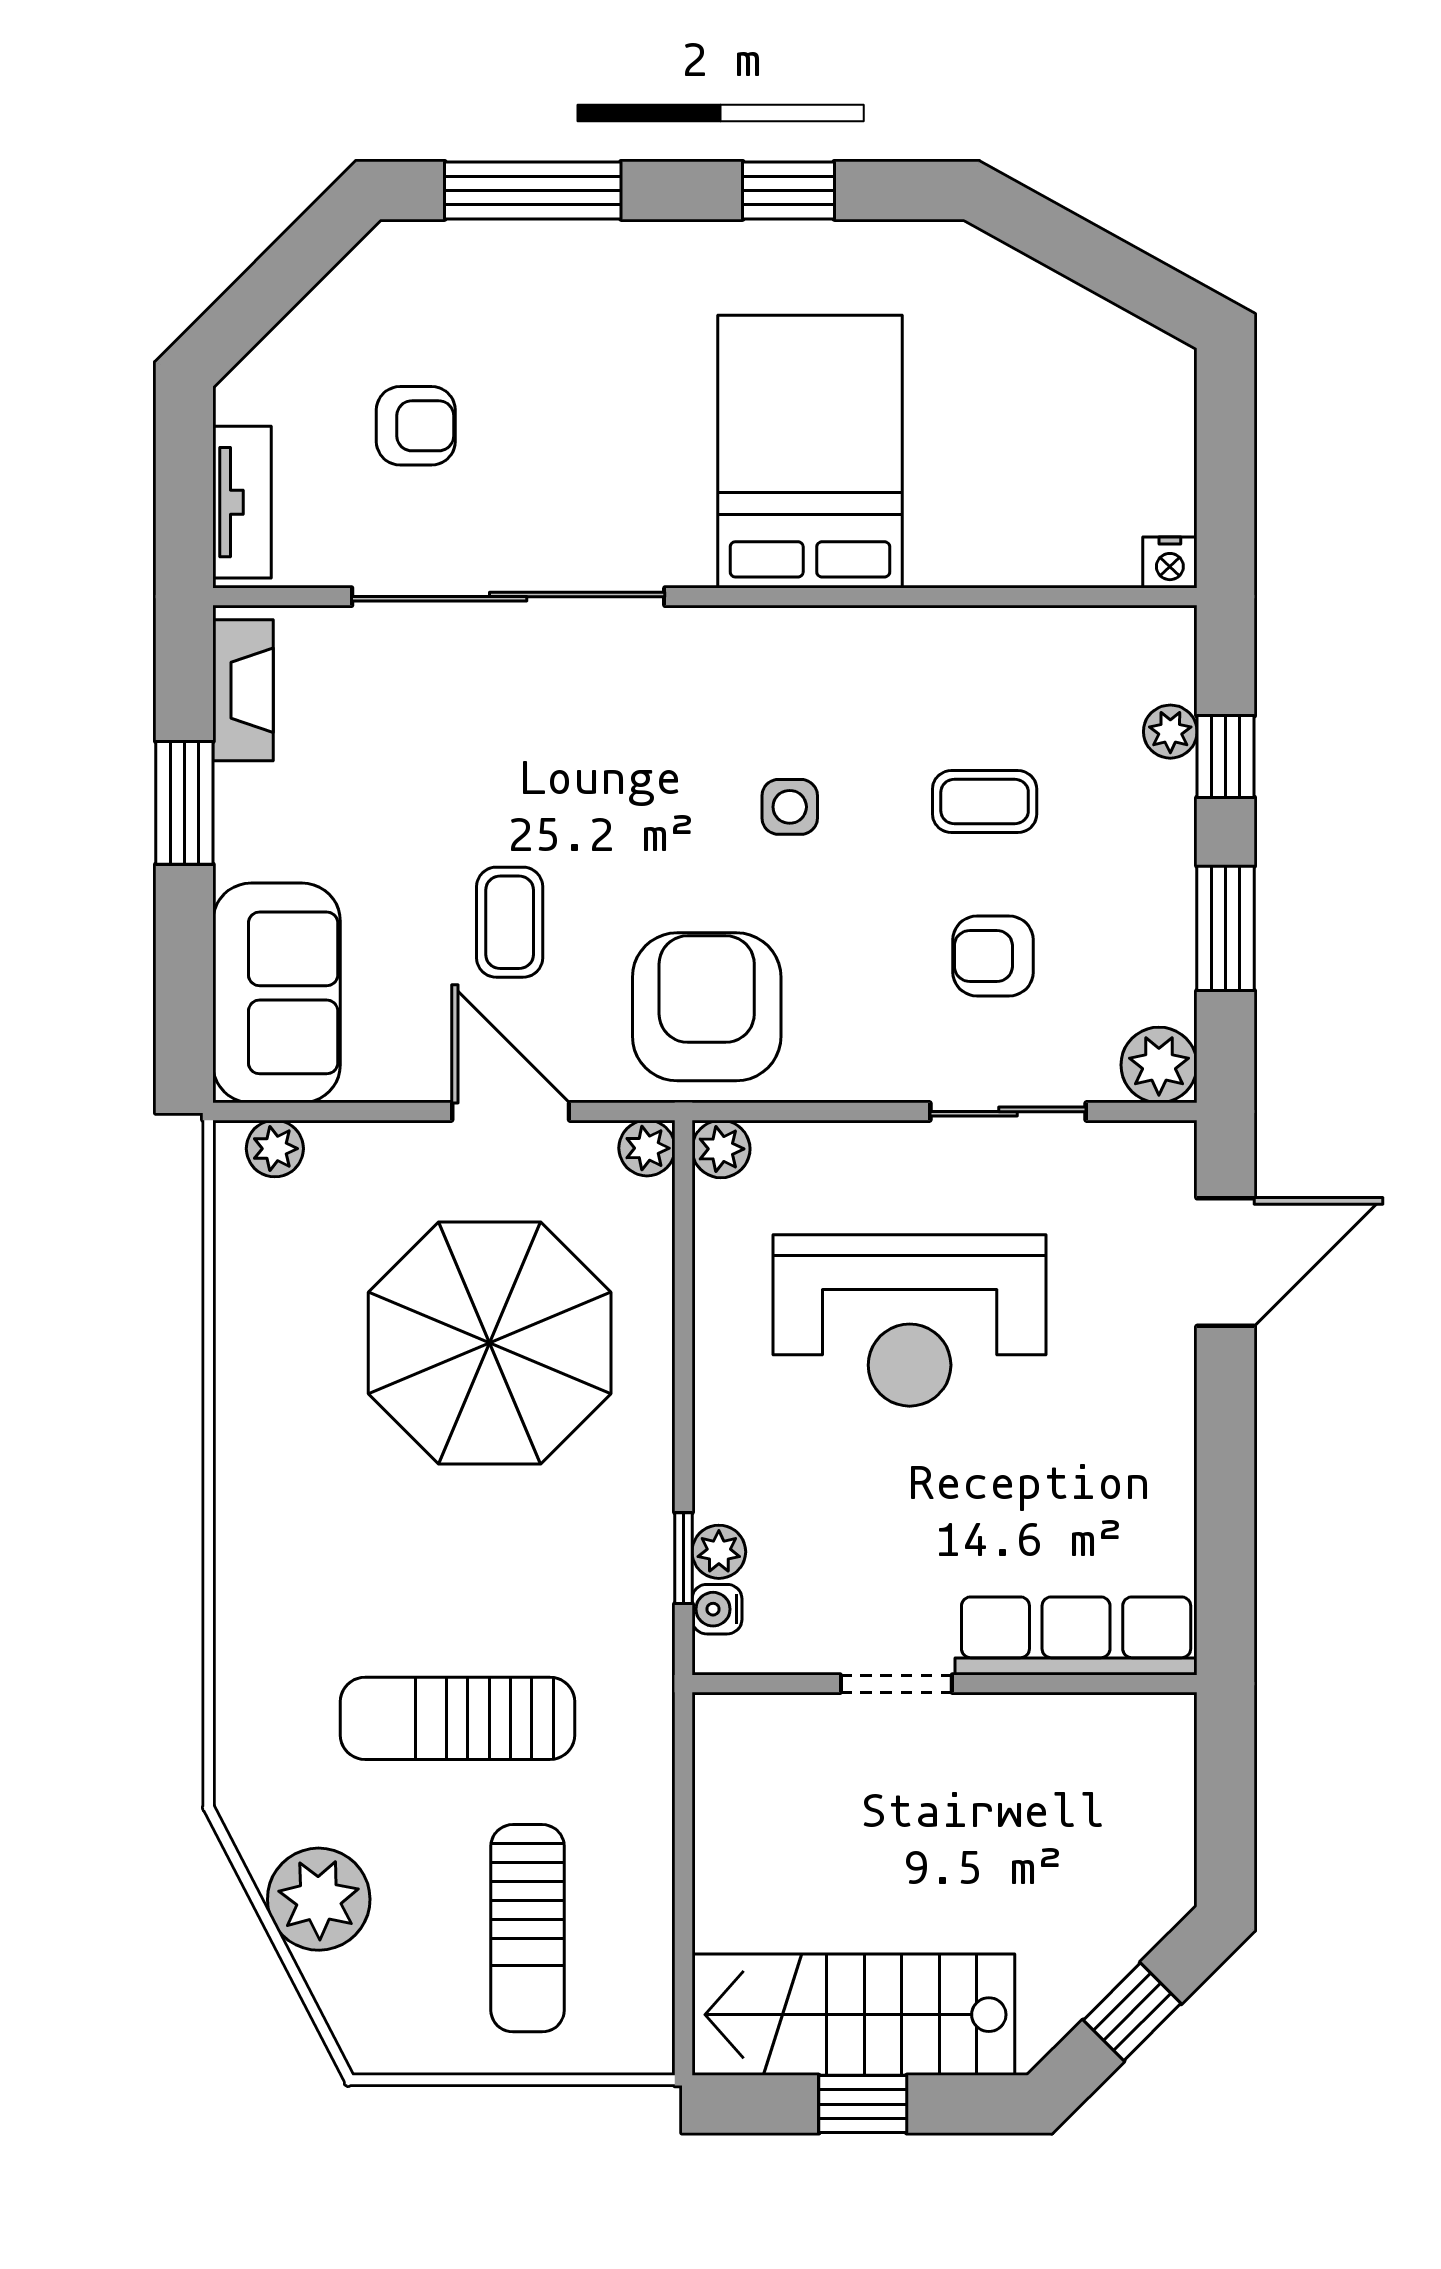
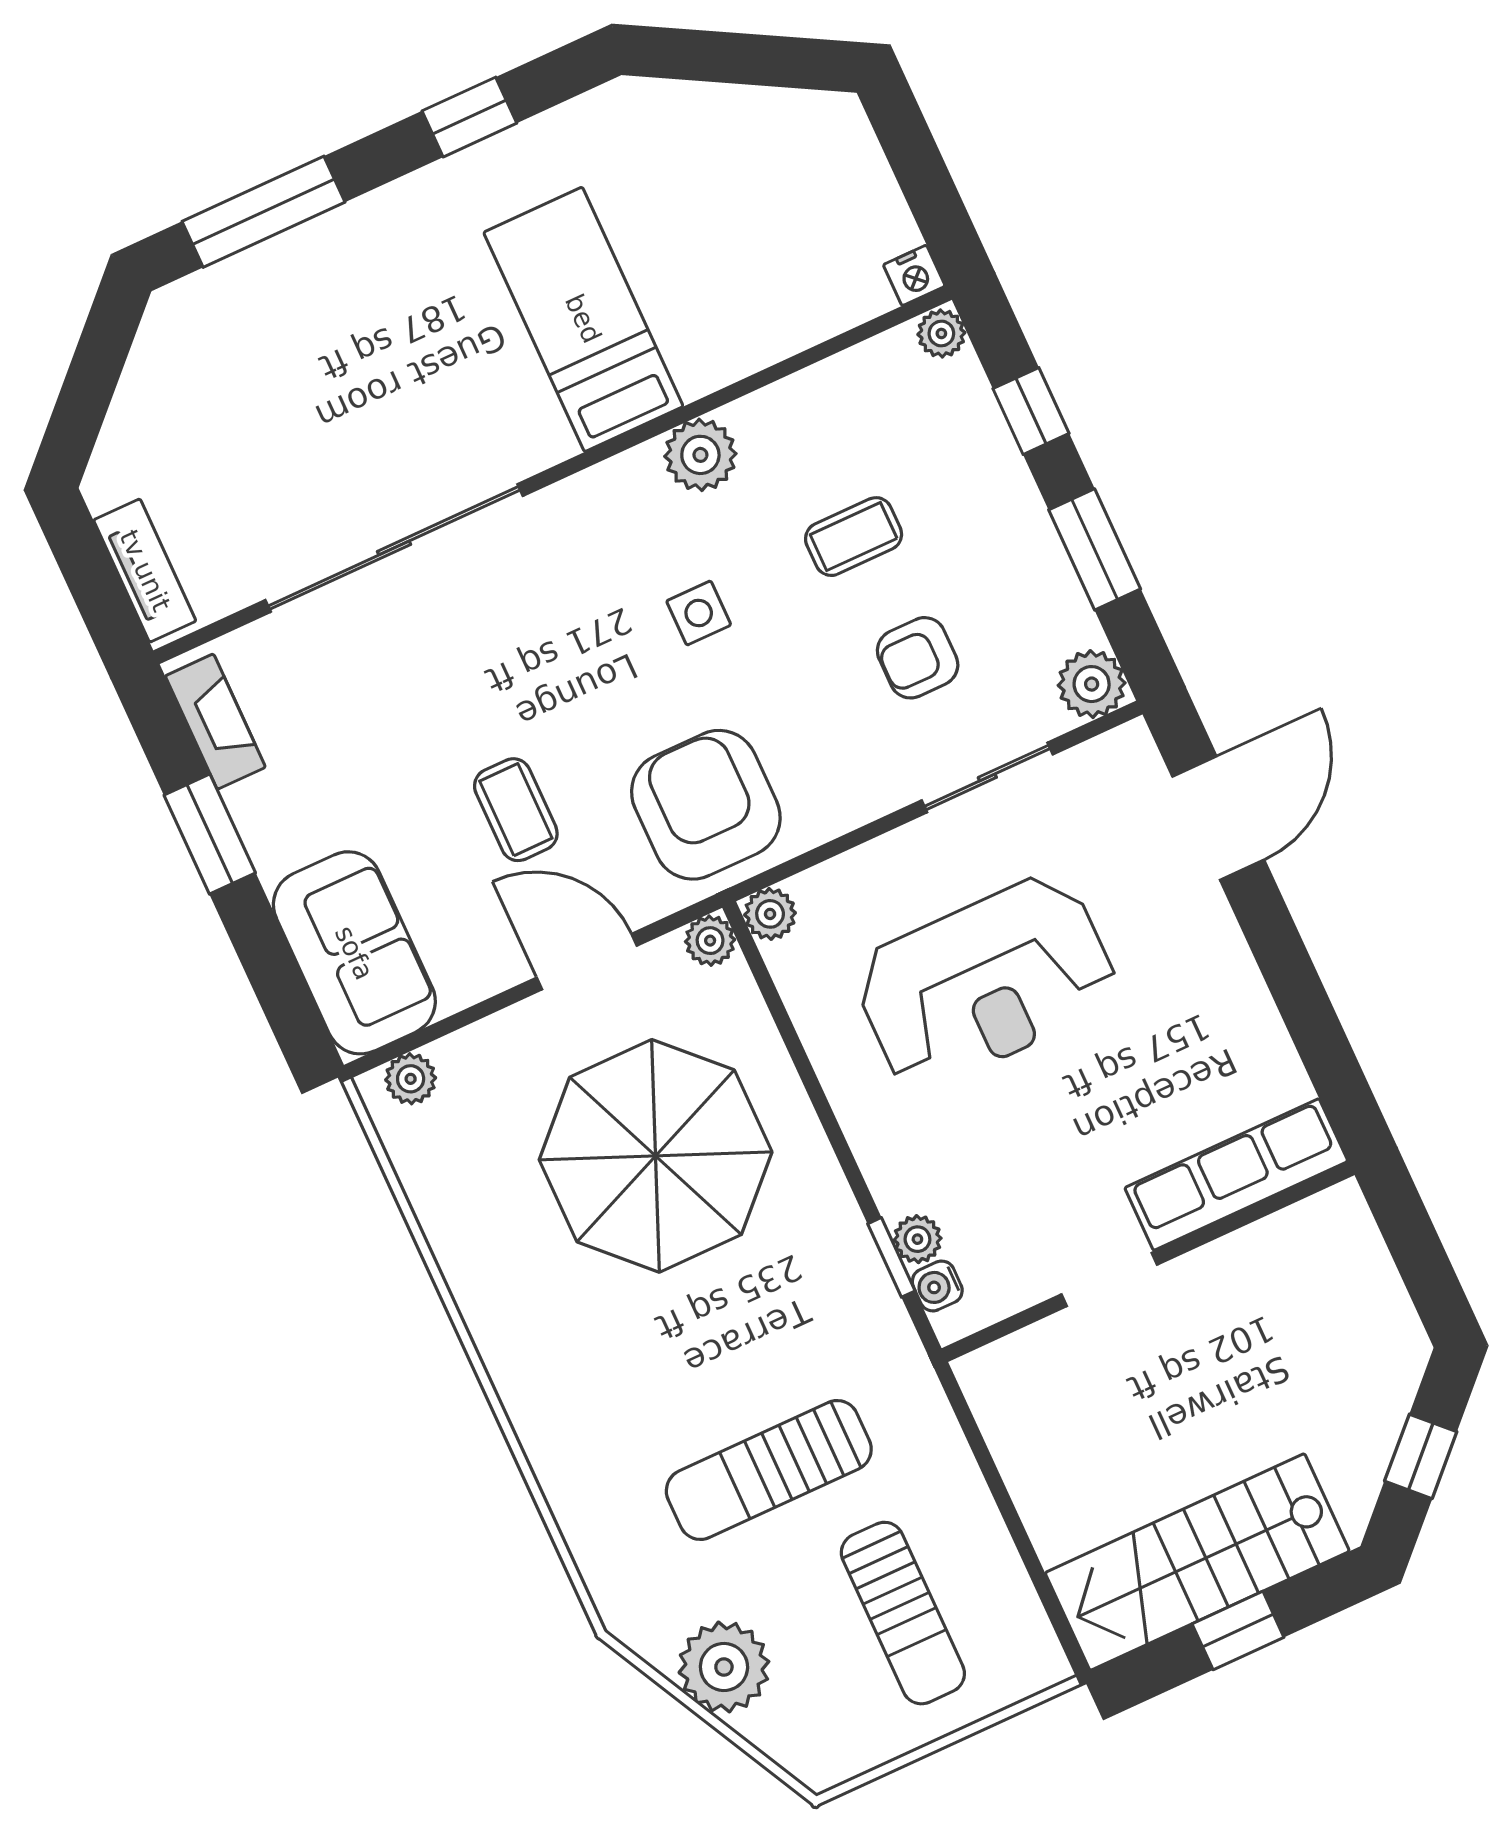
armchair: (416, 426) -> (256, 445), removed
bed: (810, 452) -> (583, 319), width x0.67
plant: (866, 646) -> (700, 455), added
plant: (1170, 732) -> (941, 333), moved

